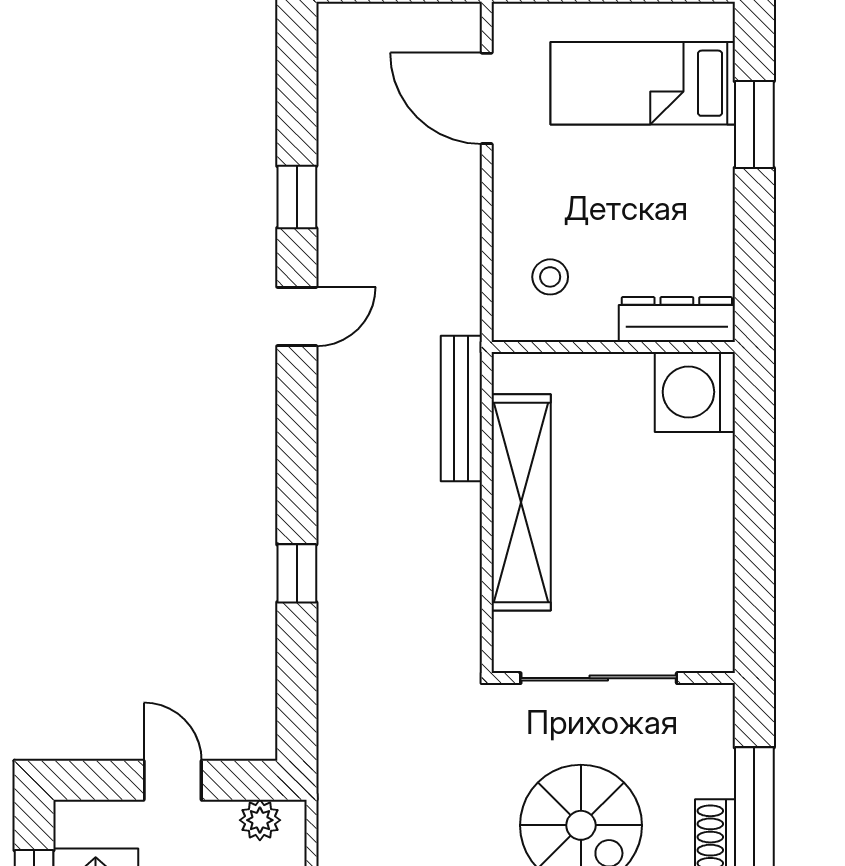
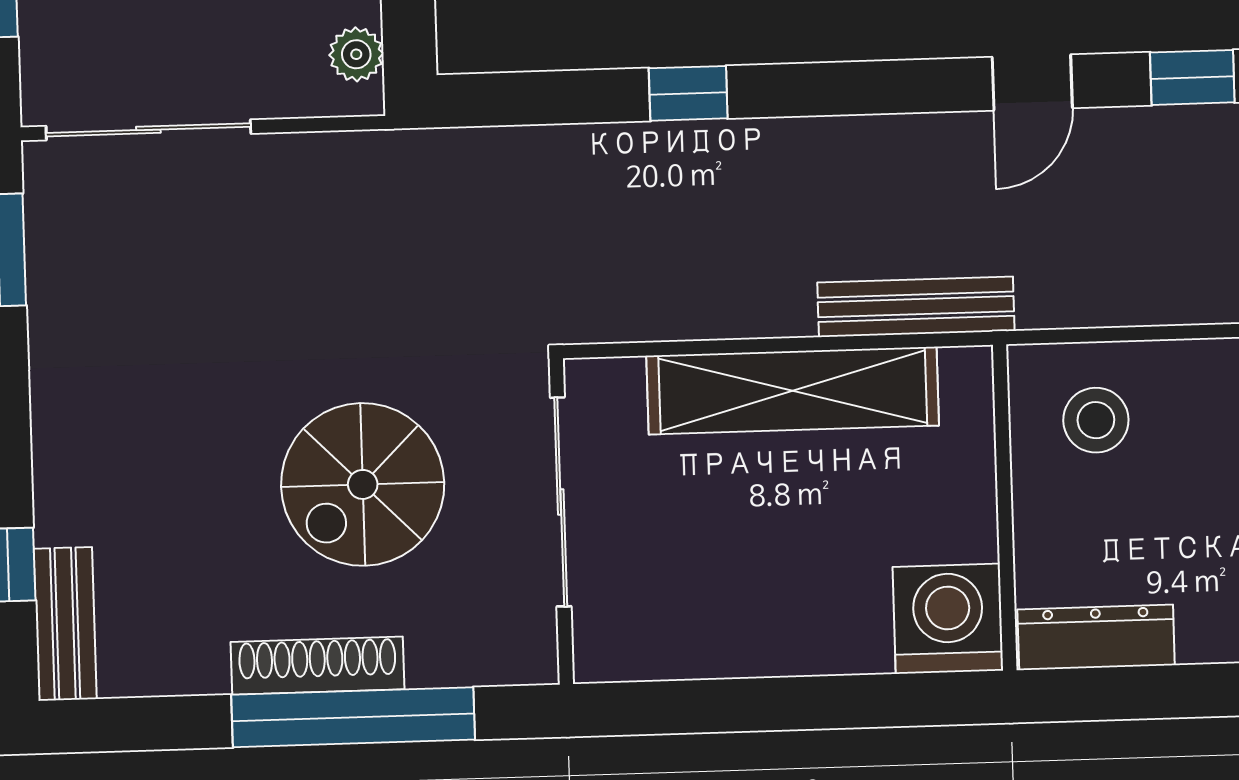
stool: (550, 277) -> (1096, 420), width x1.37, depth x1.37
door: (297, 317) -> (1032, 82), hinge flipped
dresser: (677, 320) -> (1096, 637), moved, turned -90

